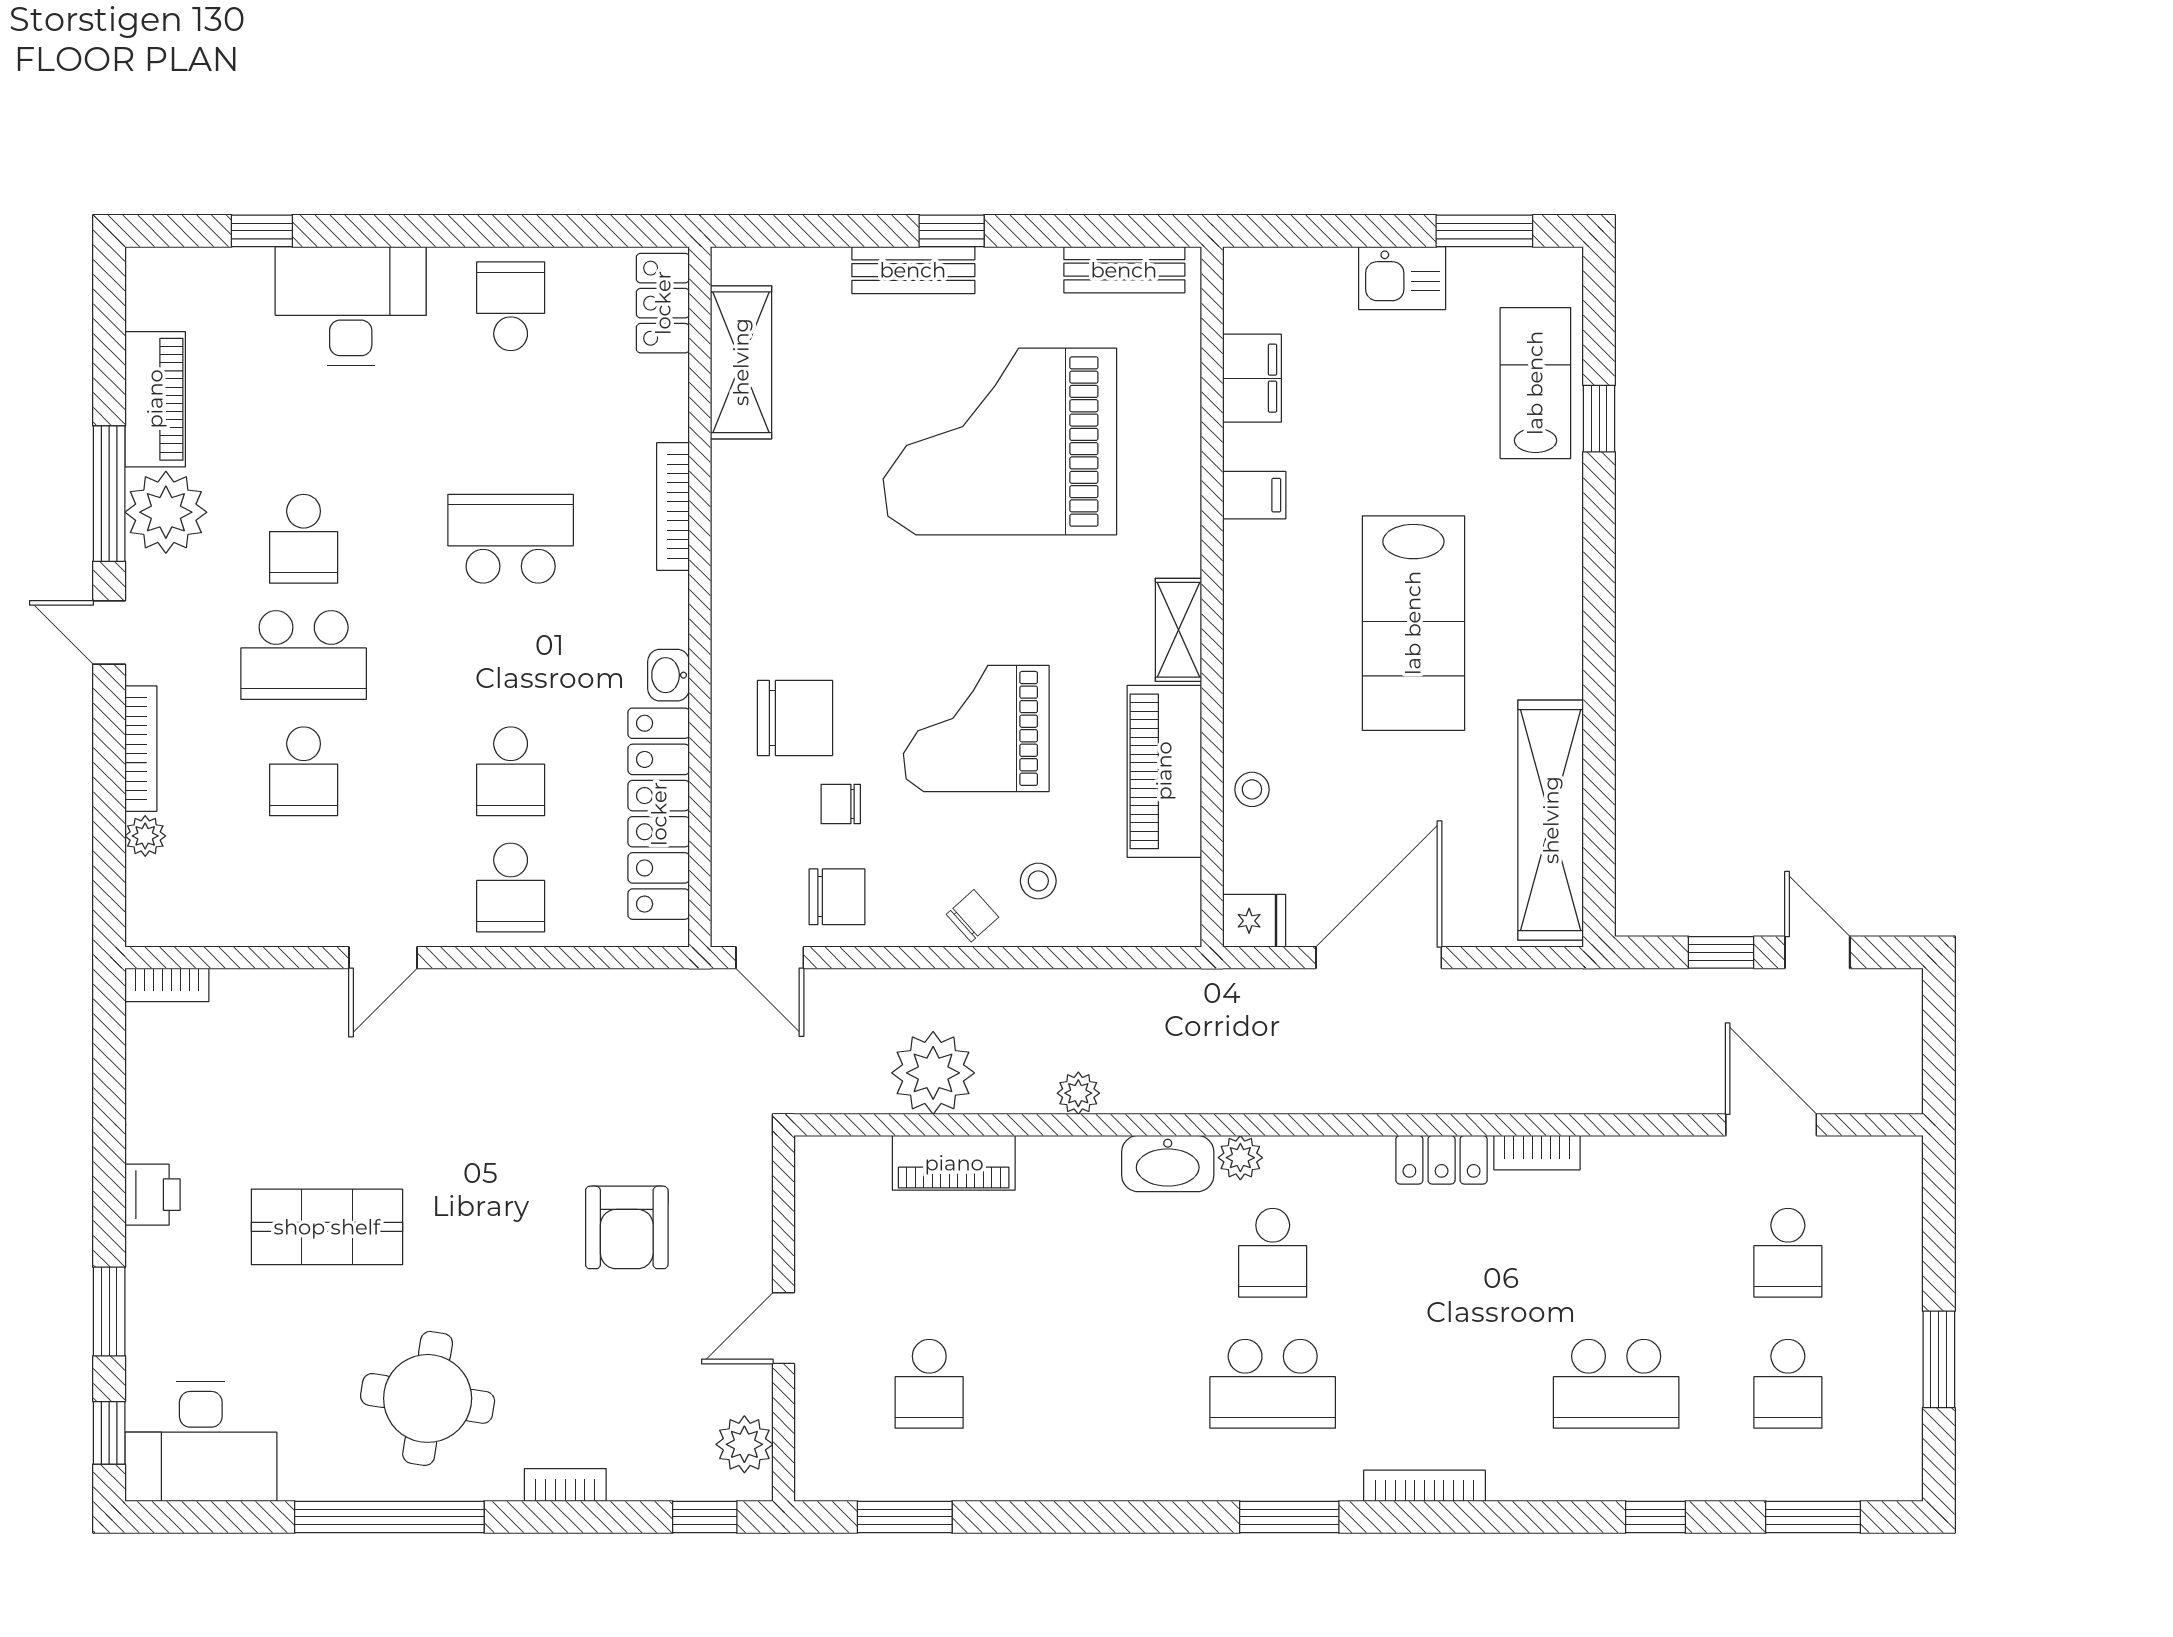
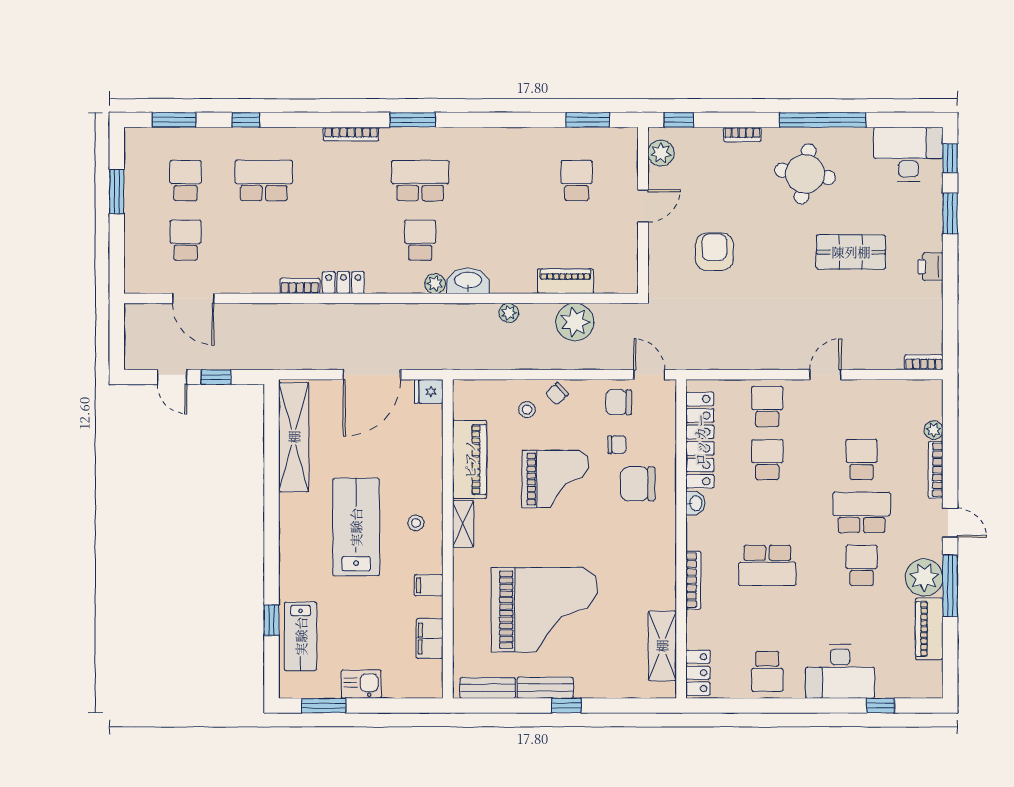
bench: (913, 270) -> (545, 688), moved
stool: (1252, 789) -> (416, 523), moved

